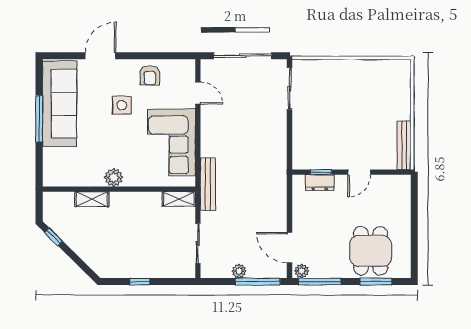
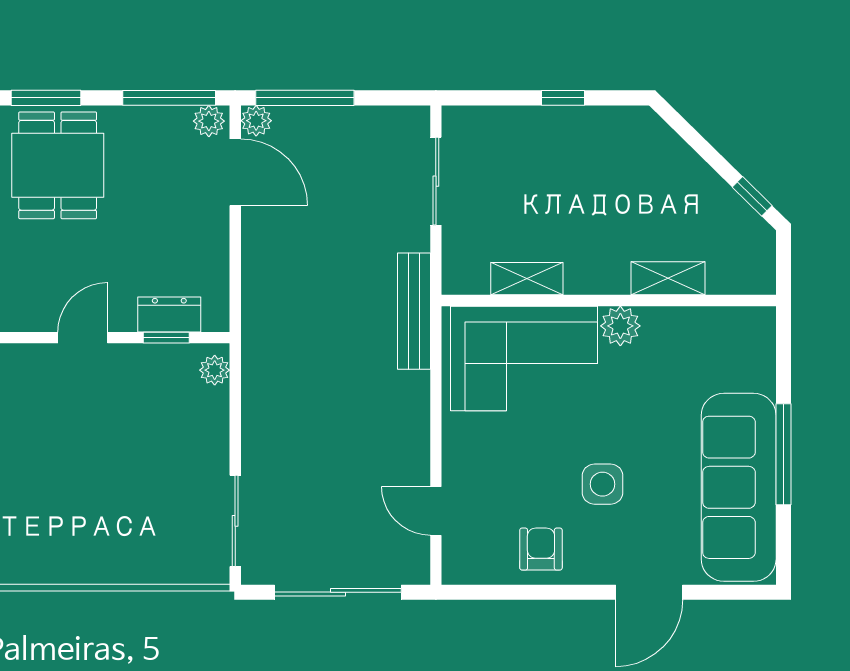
corner sofa: (171, 142) -> (524, 358), moved, turned 90
plant: (299, 157) -> (215, 370), added
shelving: (179, 199) -> (527, 279), moved
plant: (239, 271) -> (256, 121), moved

